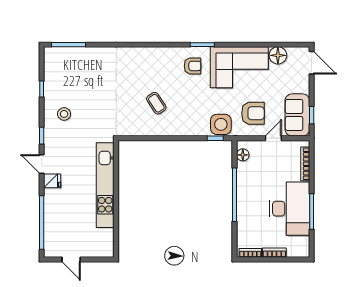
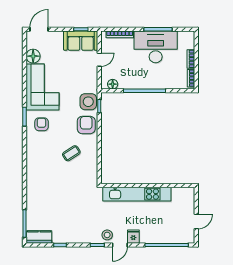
kitchen counter: (52, 63) -> (39, 237), added
armchair: (253, 113) -> (86, 125), moved
stool: (64, 114) -> (107, 235), moved
door: (273, 138) -> (99, 60), swing flipped

